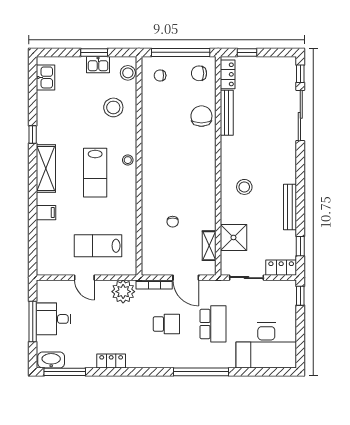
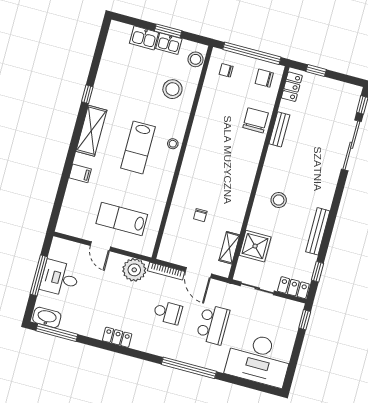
kitchen sink: (46, 77) -> (144, 38), moved, turned 90
bench: (227, 113) -> (279, 129), width x0.73
locker: (111, 361) -> (117, 337), moved

